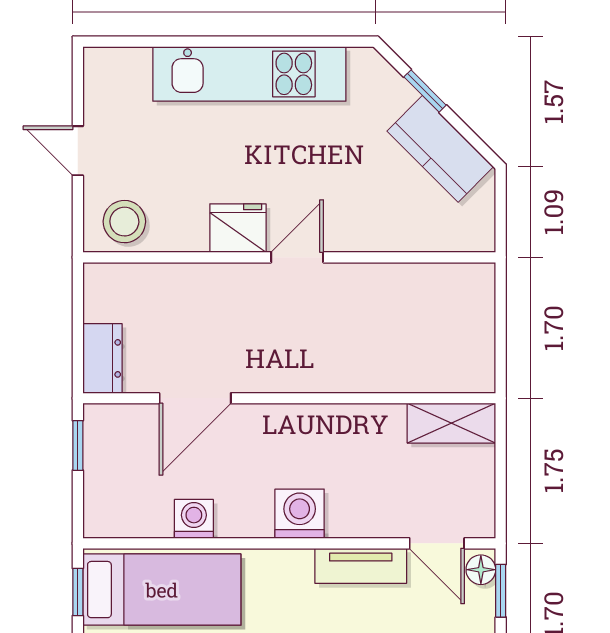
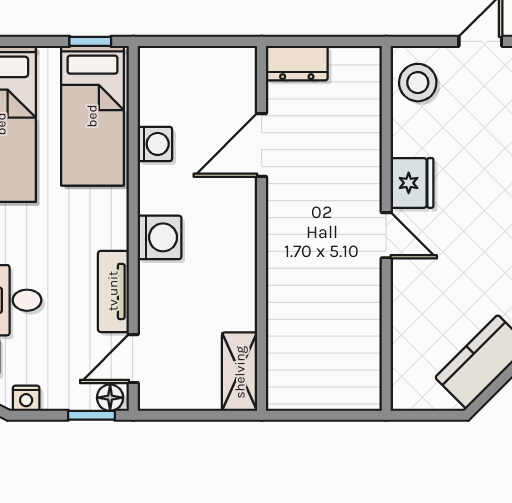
door: (195, 398) -> (262, 145), hinge flipped
window: (78, 445) -> (220, 41), removed

